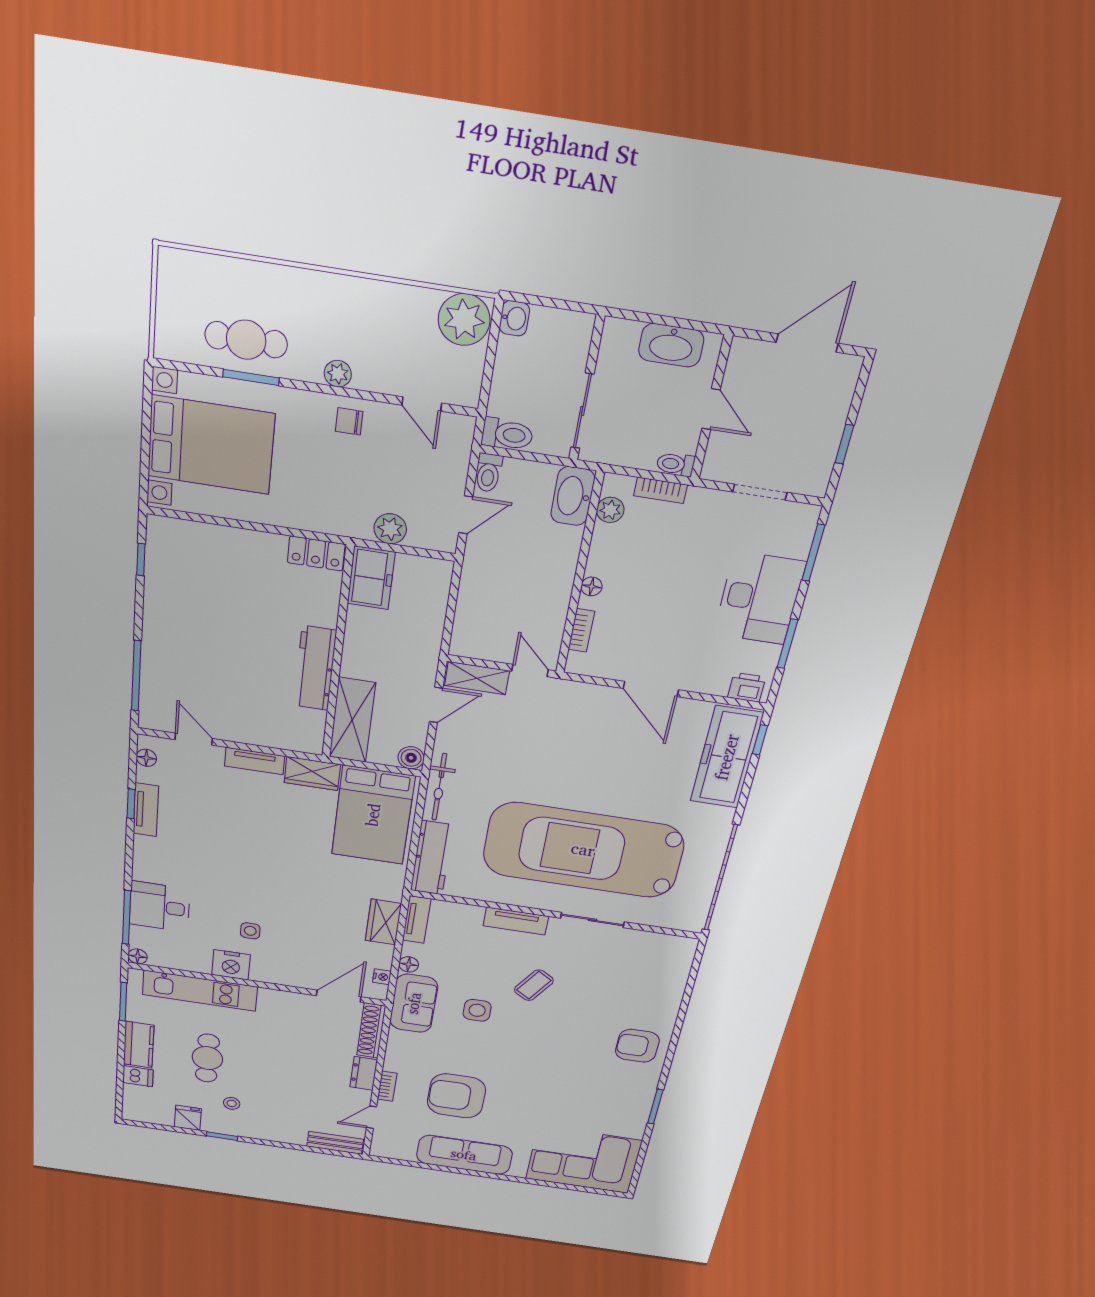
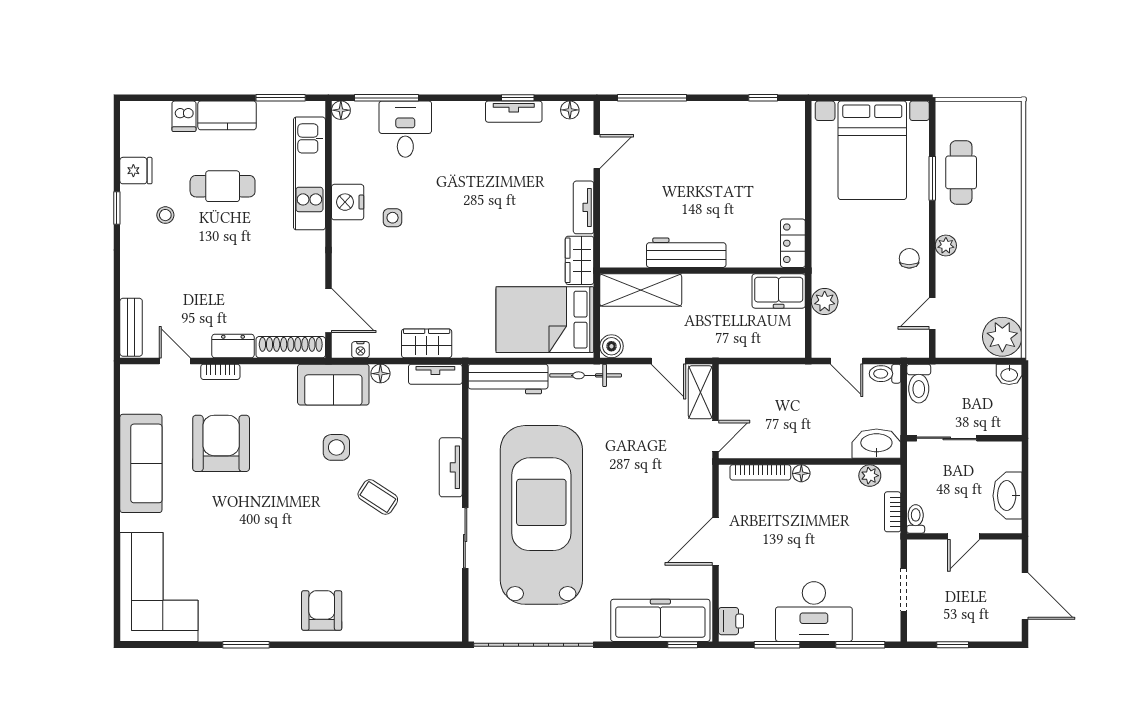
bookcase: (581, 630) -> (760, 472), width x1.56

